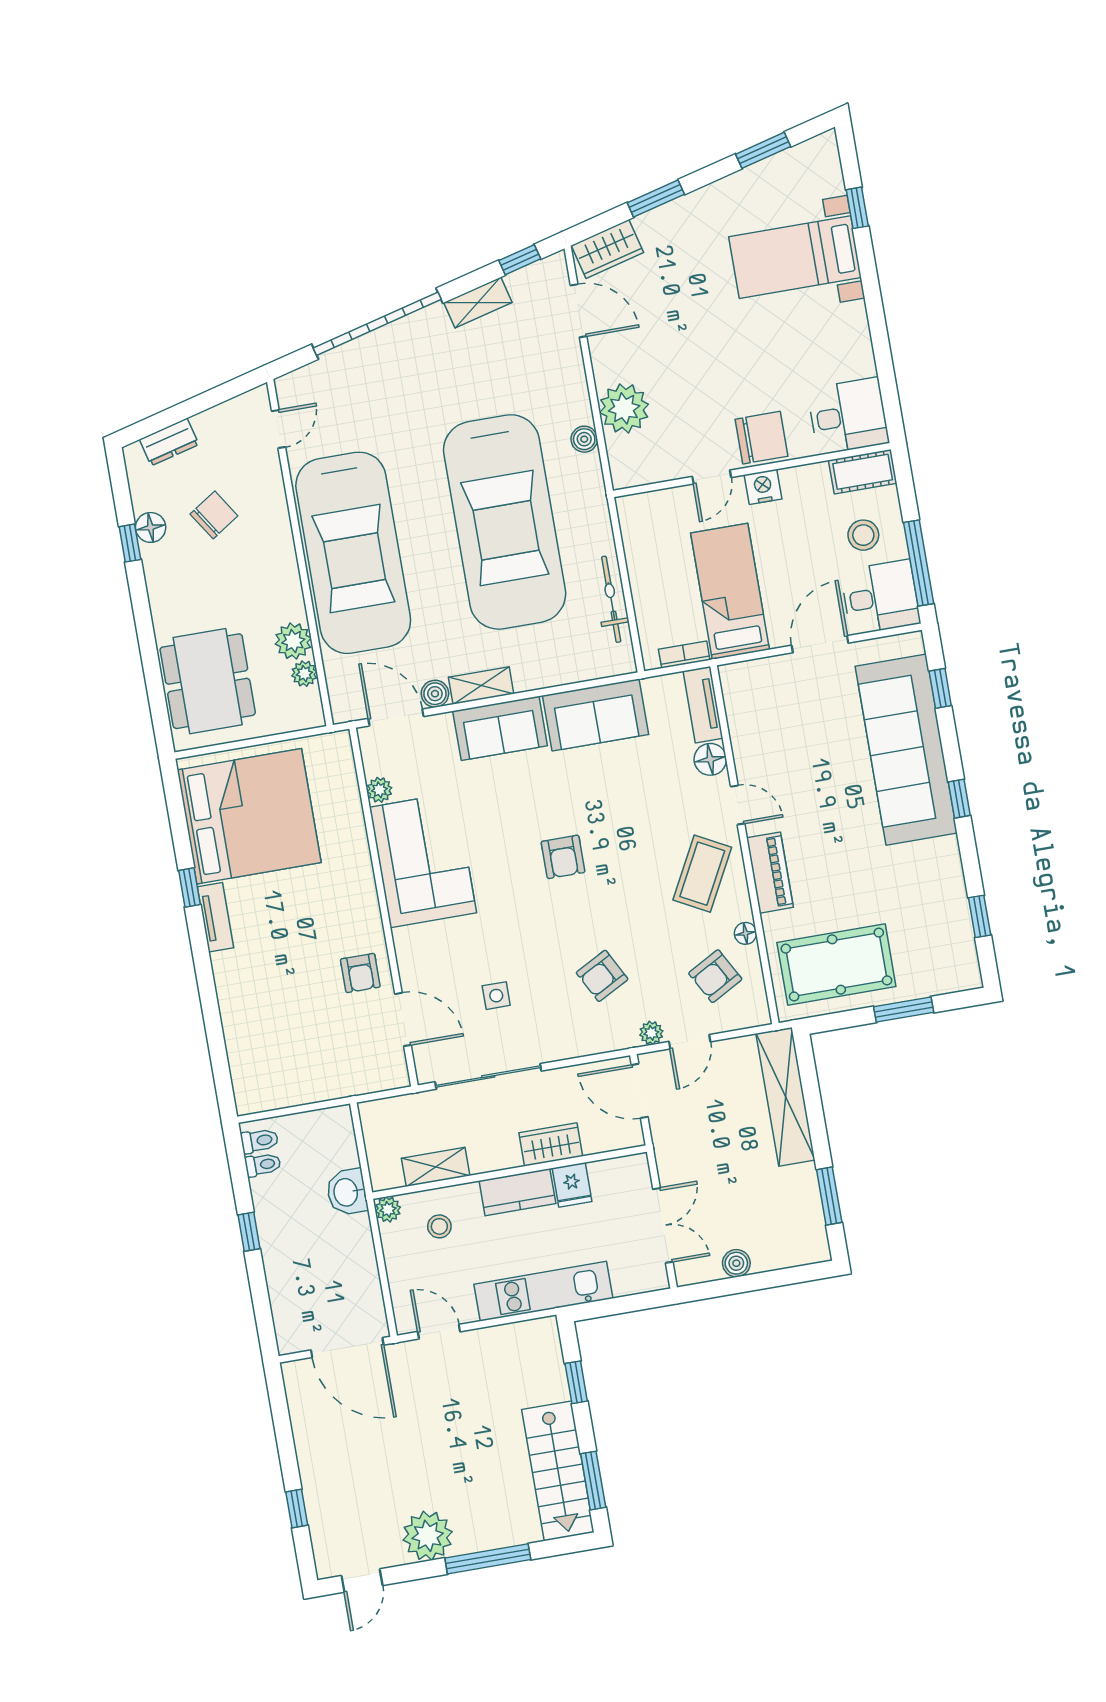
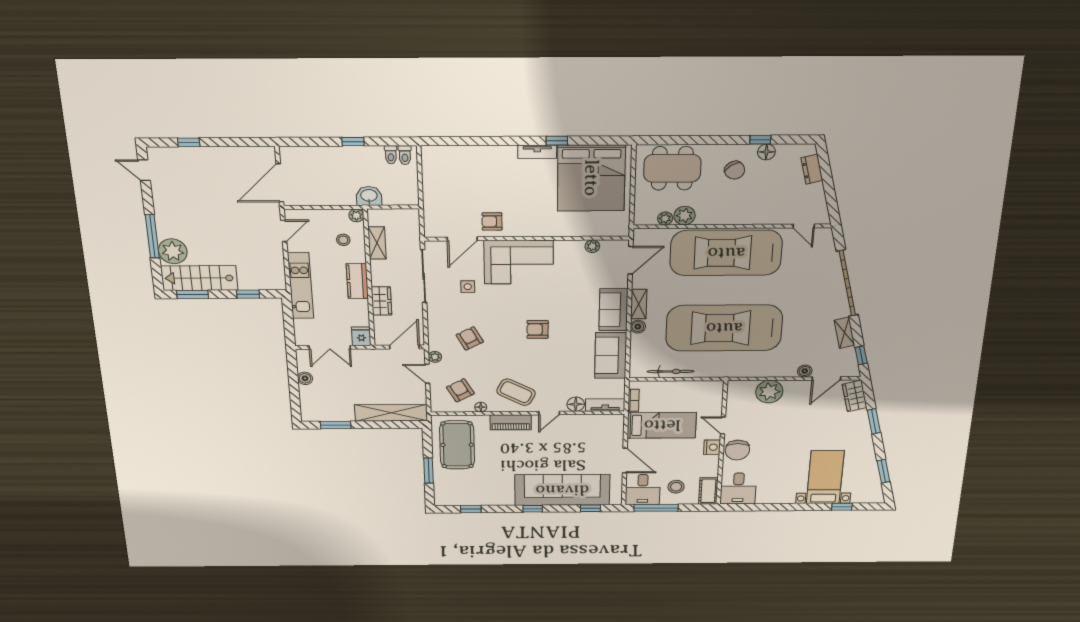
boiler: (584, 439) -> (805, 371), moved
chair: (214, 515) -> (735, 170), moved
boiler: (435, 694) -> (638, 327), moved
corner sofa: (423, 860) -> (519, 262), moved
fridge: (572, 1185) -> (361, 336), moved, turned 90
plant: (428, 1536) -> (173, 251), moved

